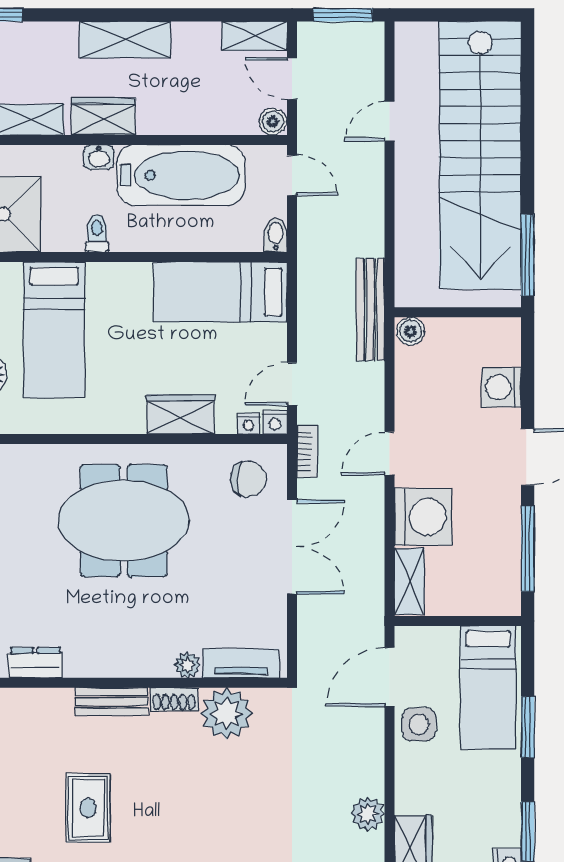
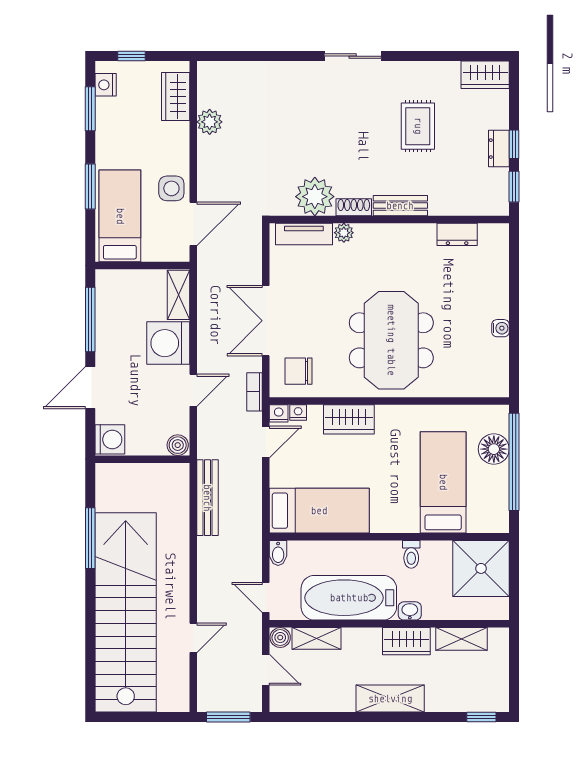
shelving: (255, 36) -> (317, 638), moved
wall: (458, 312) -> (142, 459), moved
boiler: (410, 331) -> (178, 445), moved
meeting table: (124, 521) -> (391, 340), turned 90

